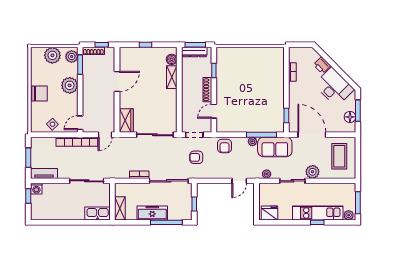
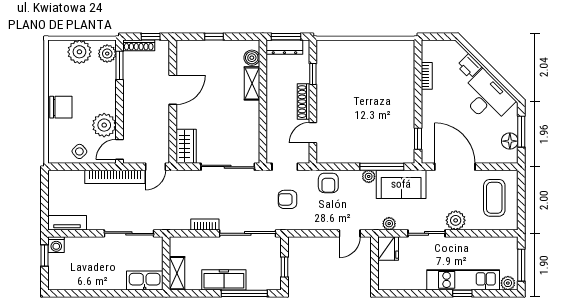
plant: (70, 85) -> (104, 125), moved
window: (28, 158) -> (44, 200), removed
fridge: (270, 213) -> (388, 249), moved, turned 90

